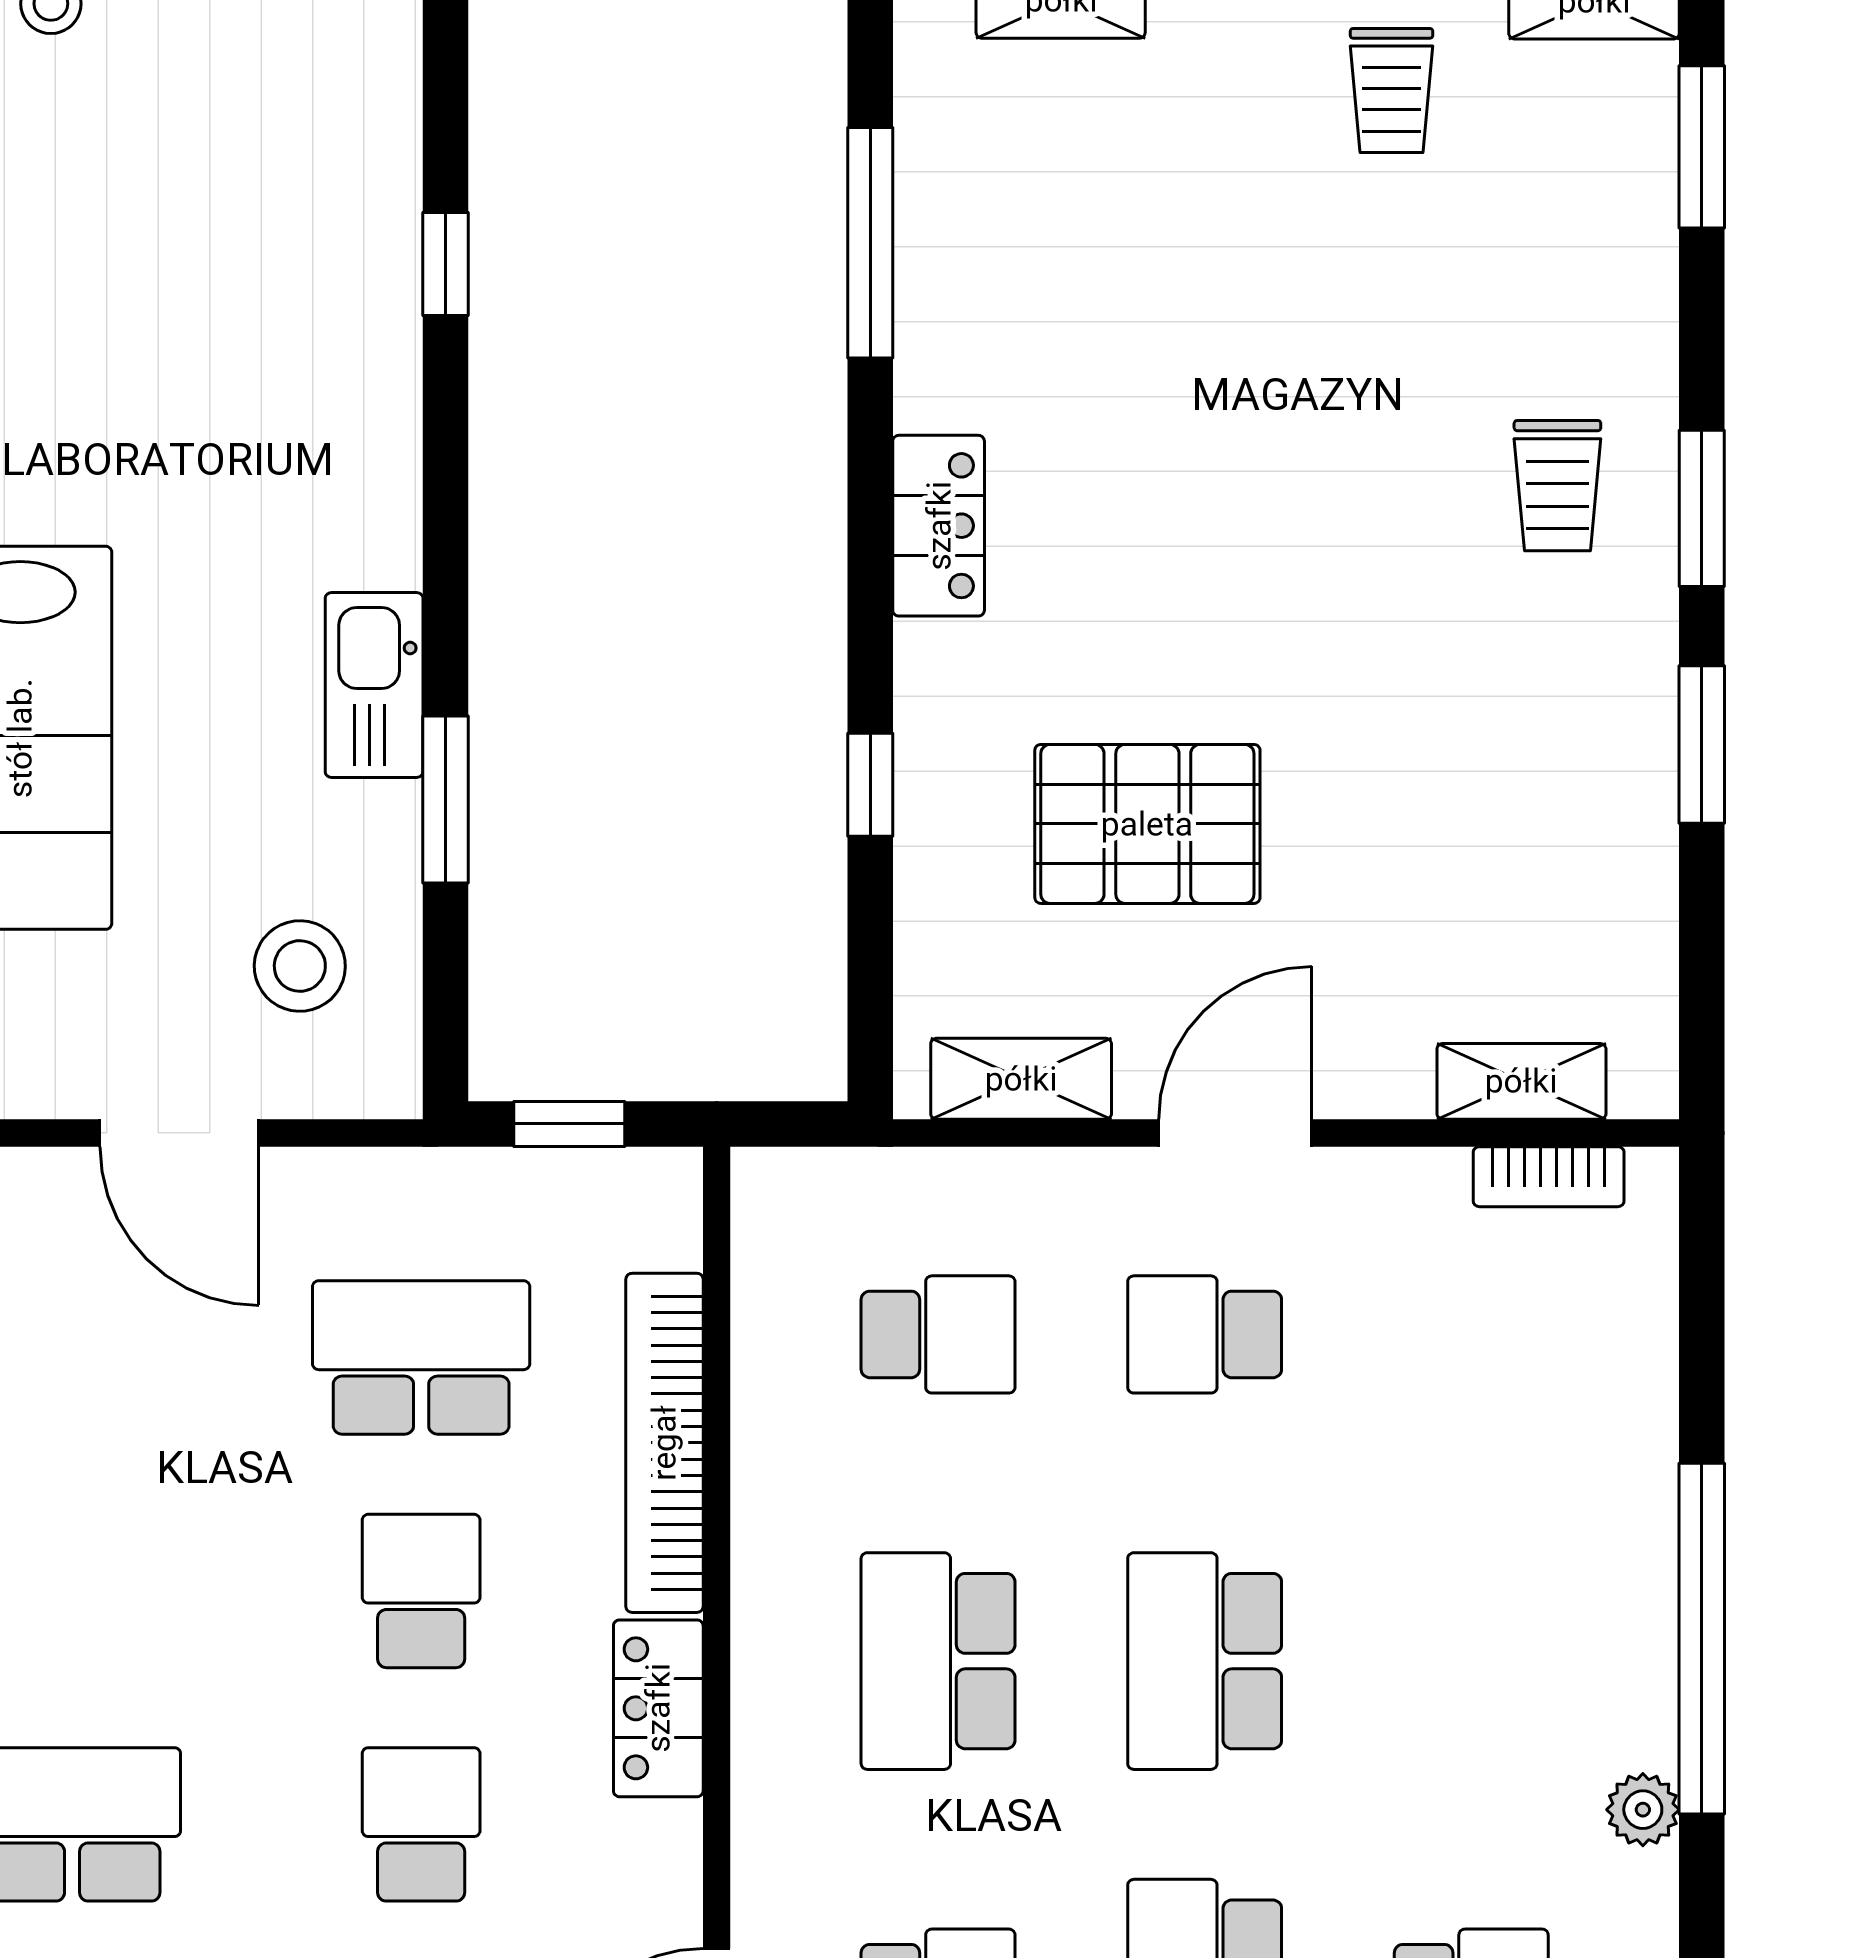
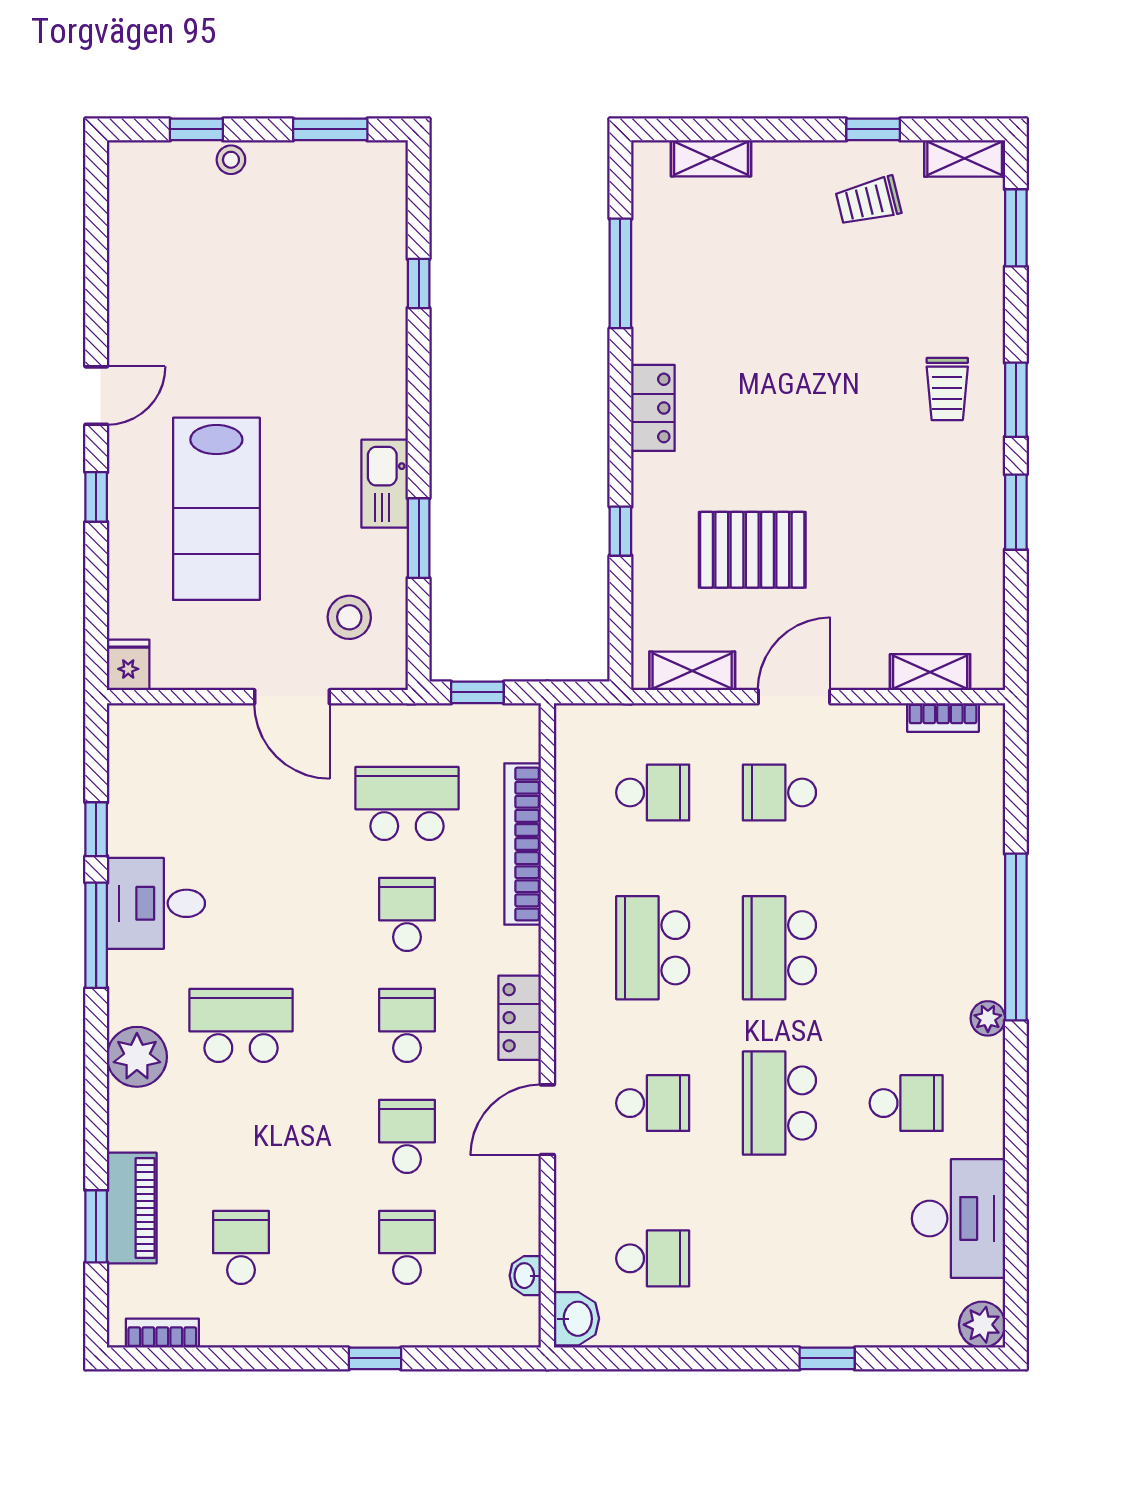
trolley: (1392, 91) -> (868, 201), turned 76
locker: (658, 1708) -> (520, 1018), moved

